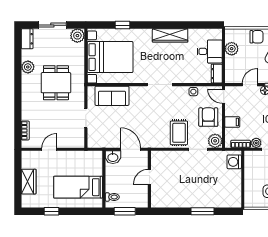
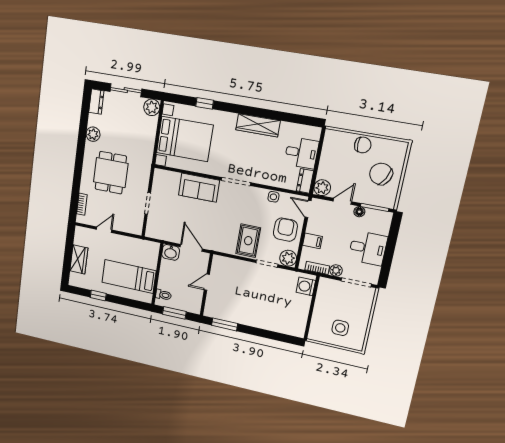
plant: (232, 49) -> (322, 188), moved
dining table: (56, 83) -> (111, 173), moved
sofa: (112, 96) -> (199, 188), moved
window: (203, 211) -> (225, 324), moved

